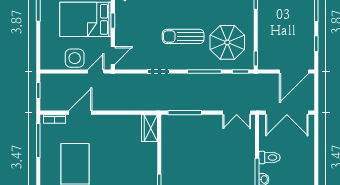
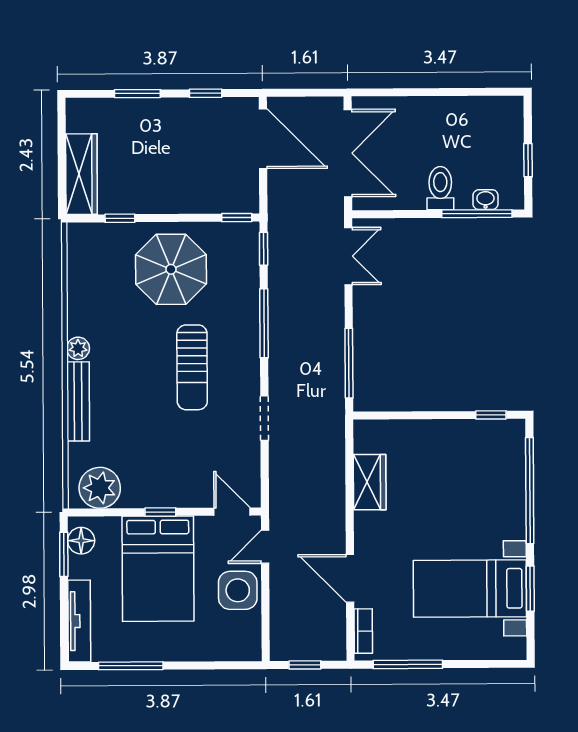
parasol: (227, 42) -> (171, 269), moved
door: (96, 71) -> (265, 547), hinge flipped
wardrobe: (149, 128) -> (370, 482), moved, turned -90

